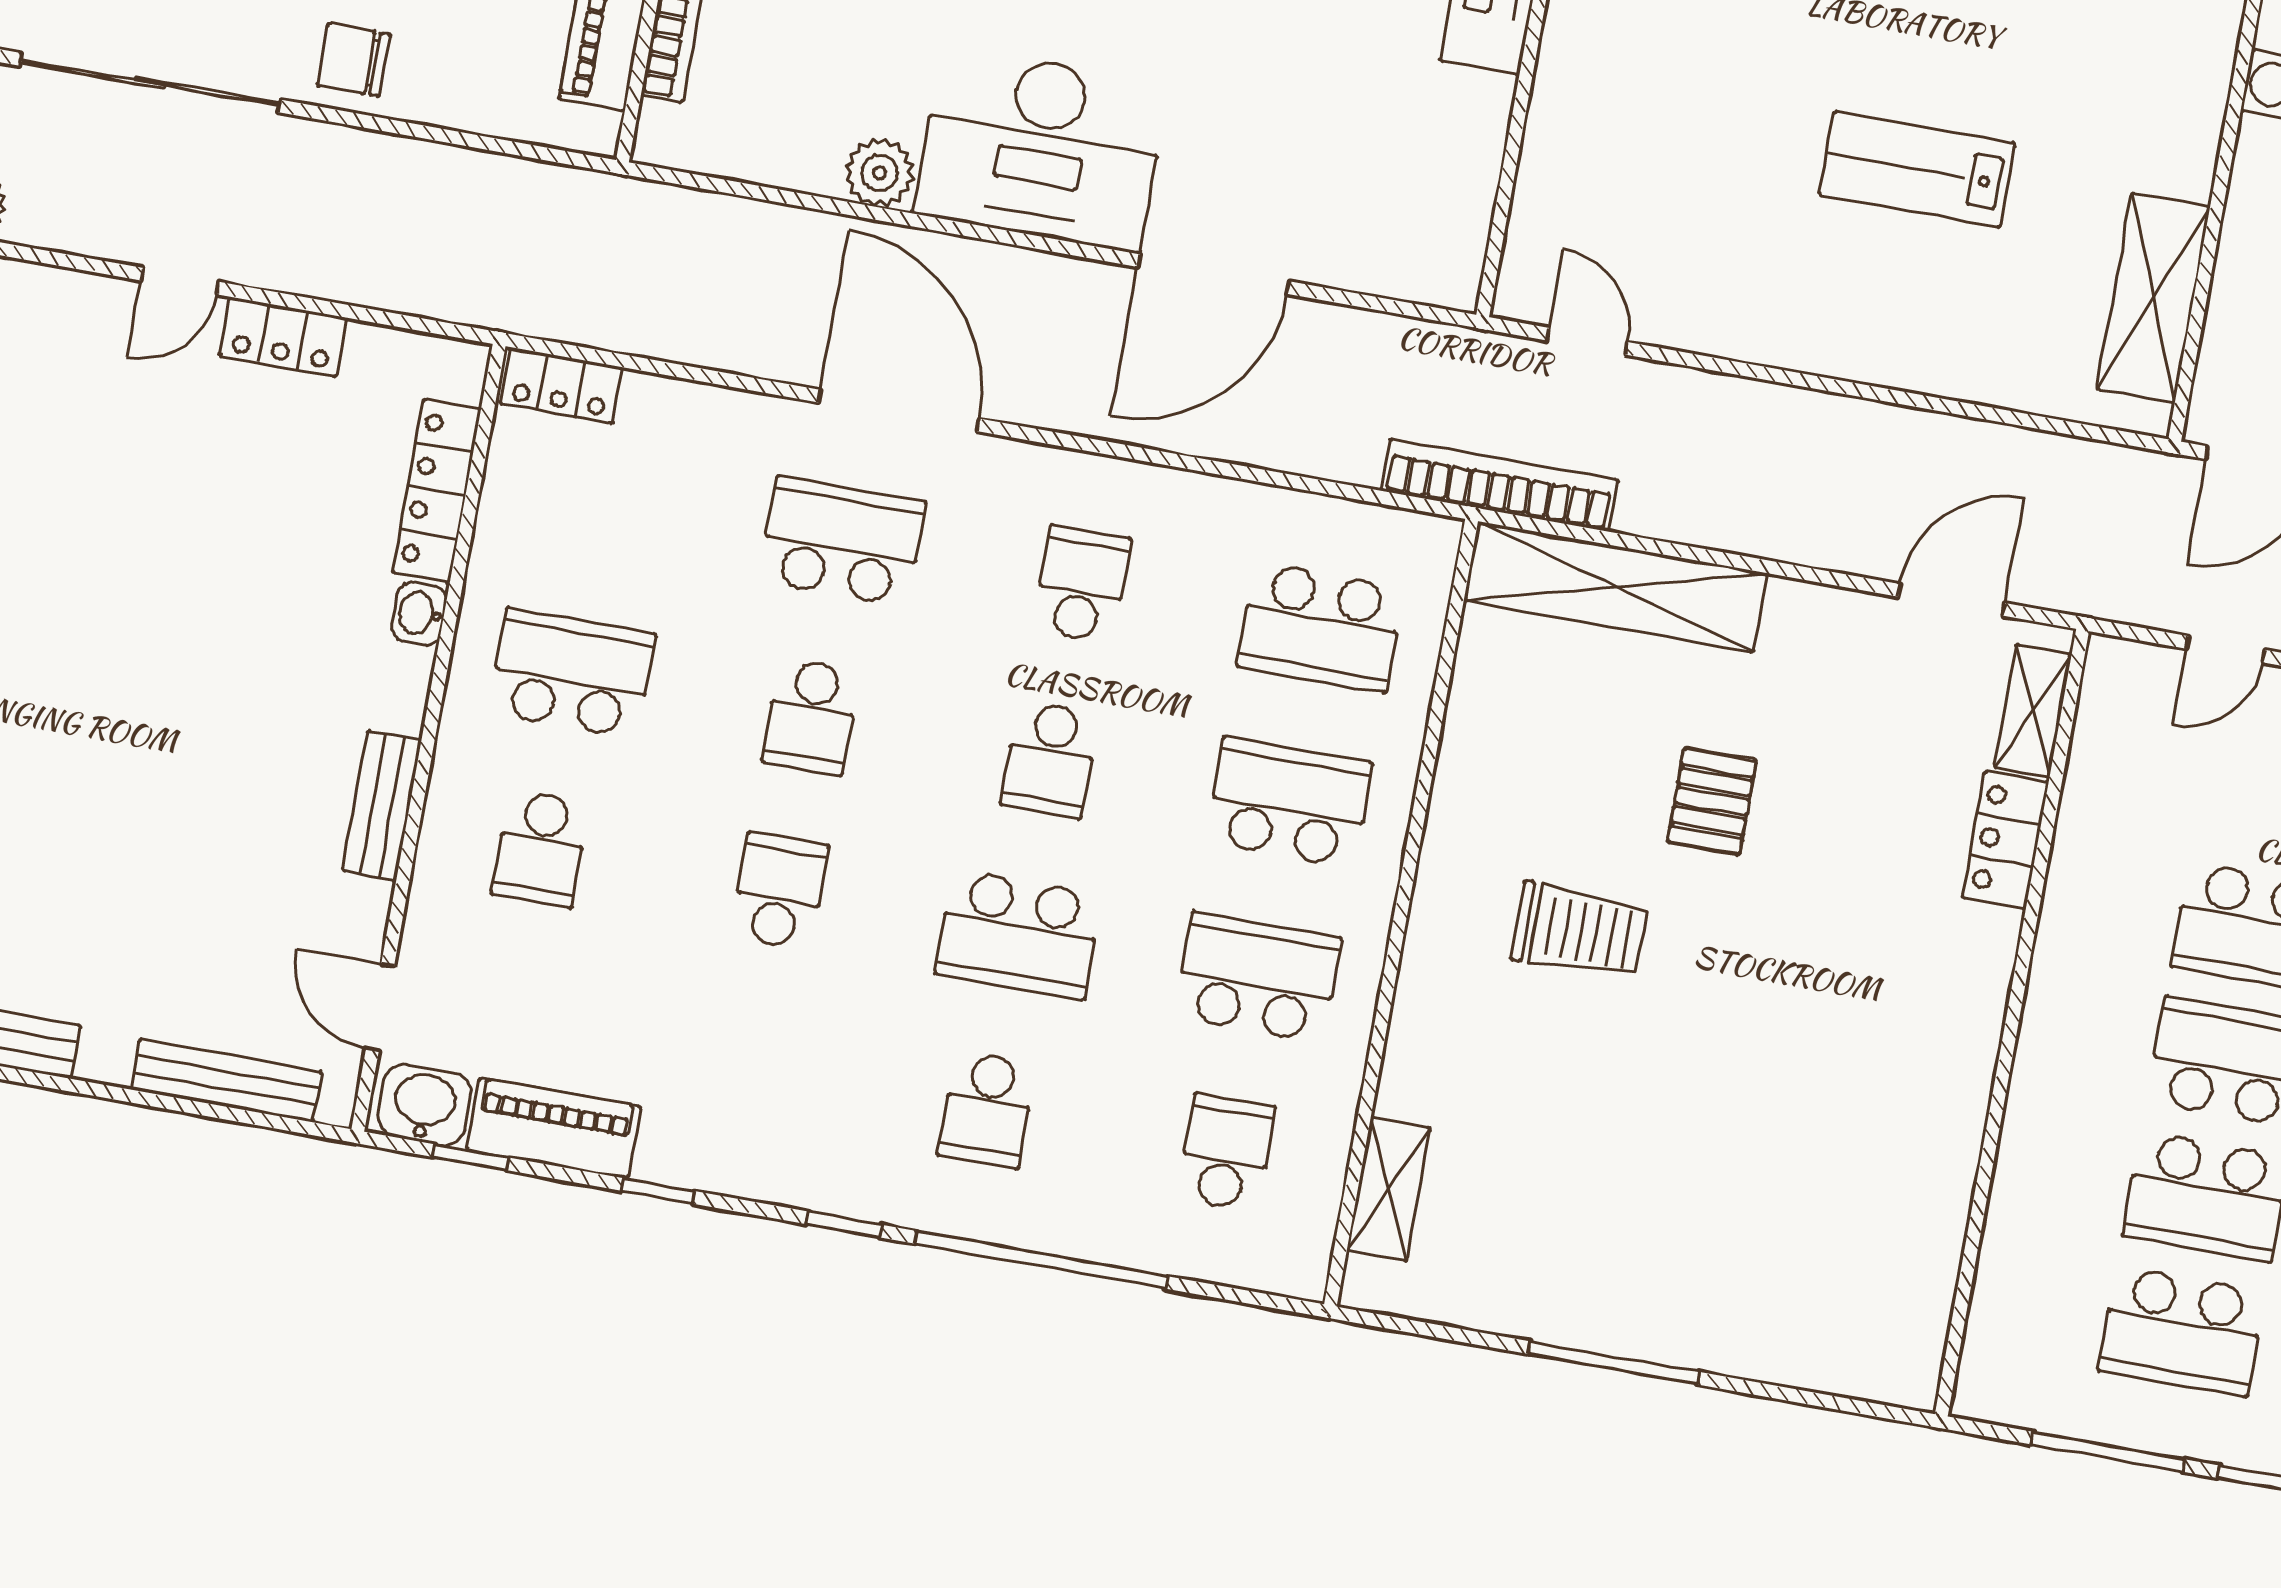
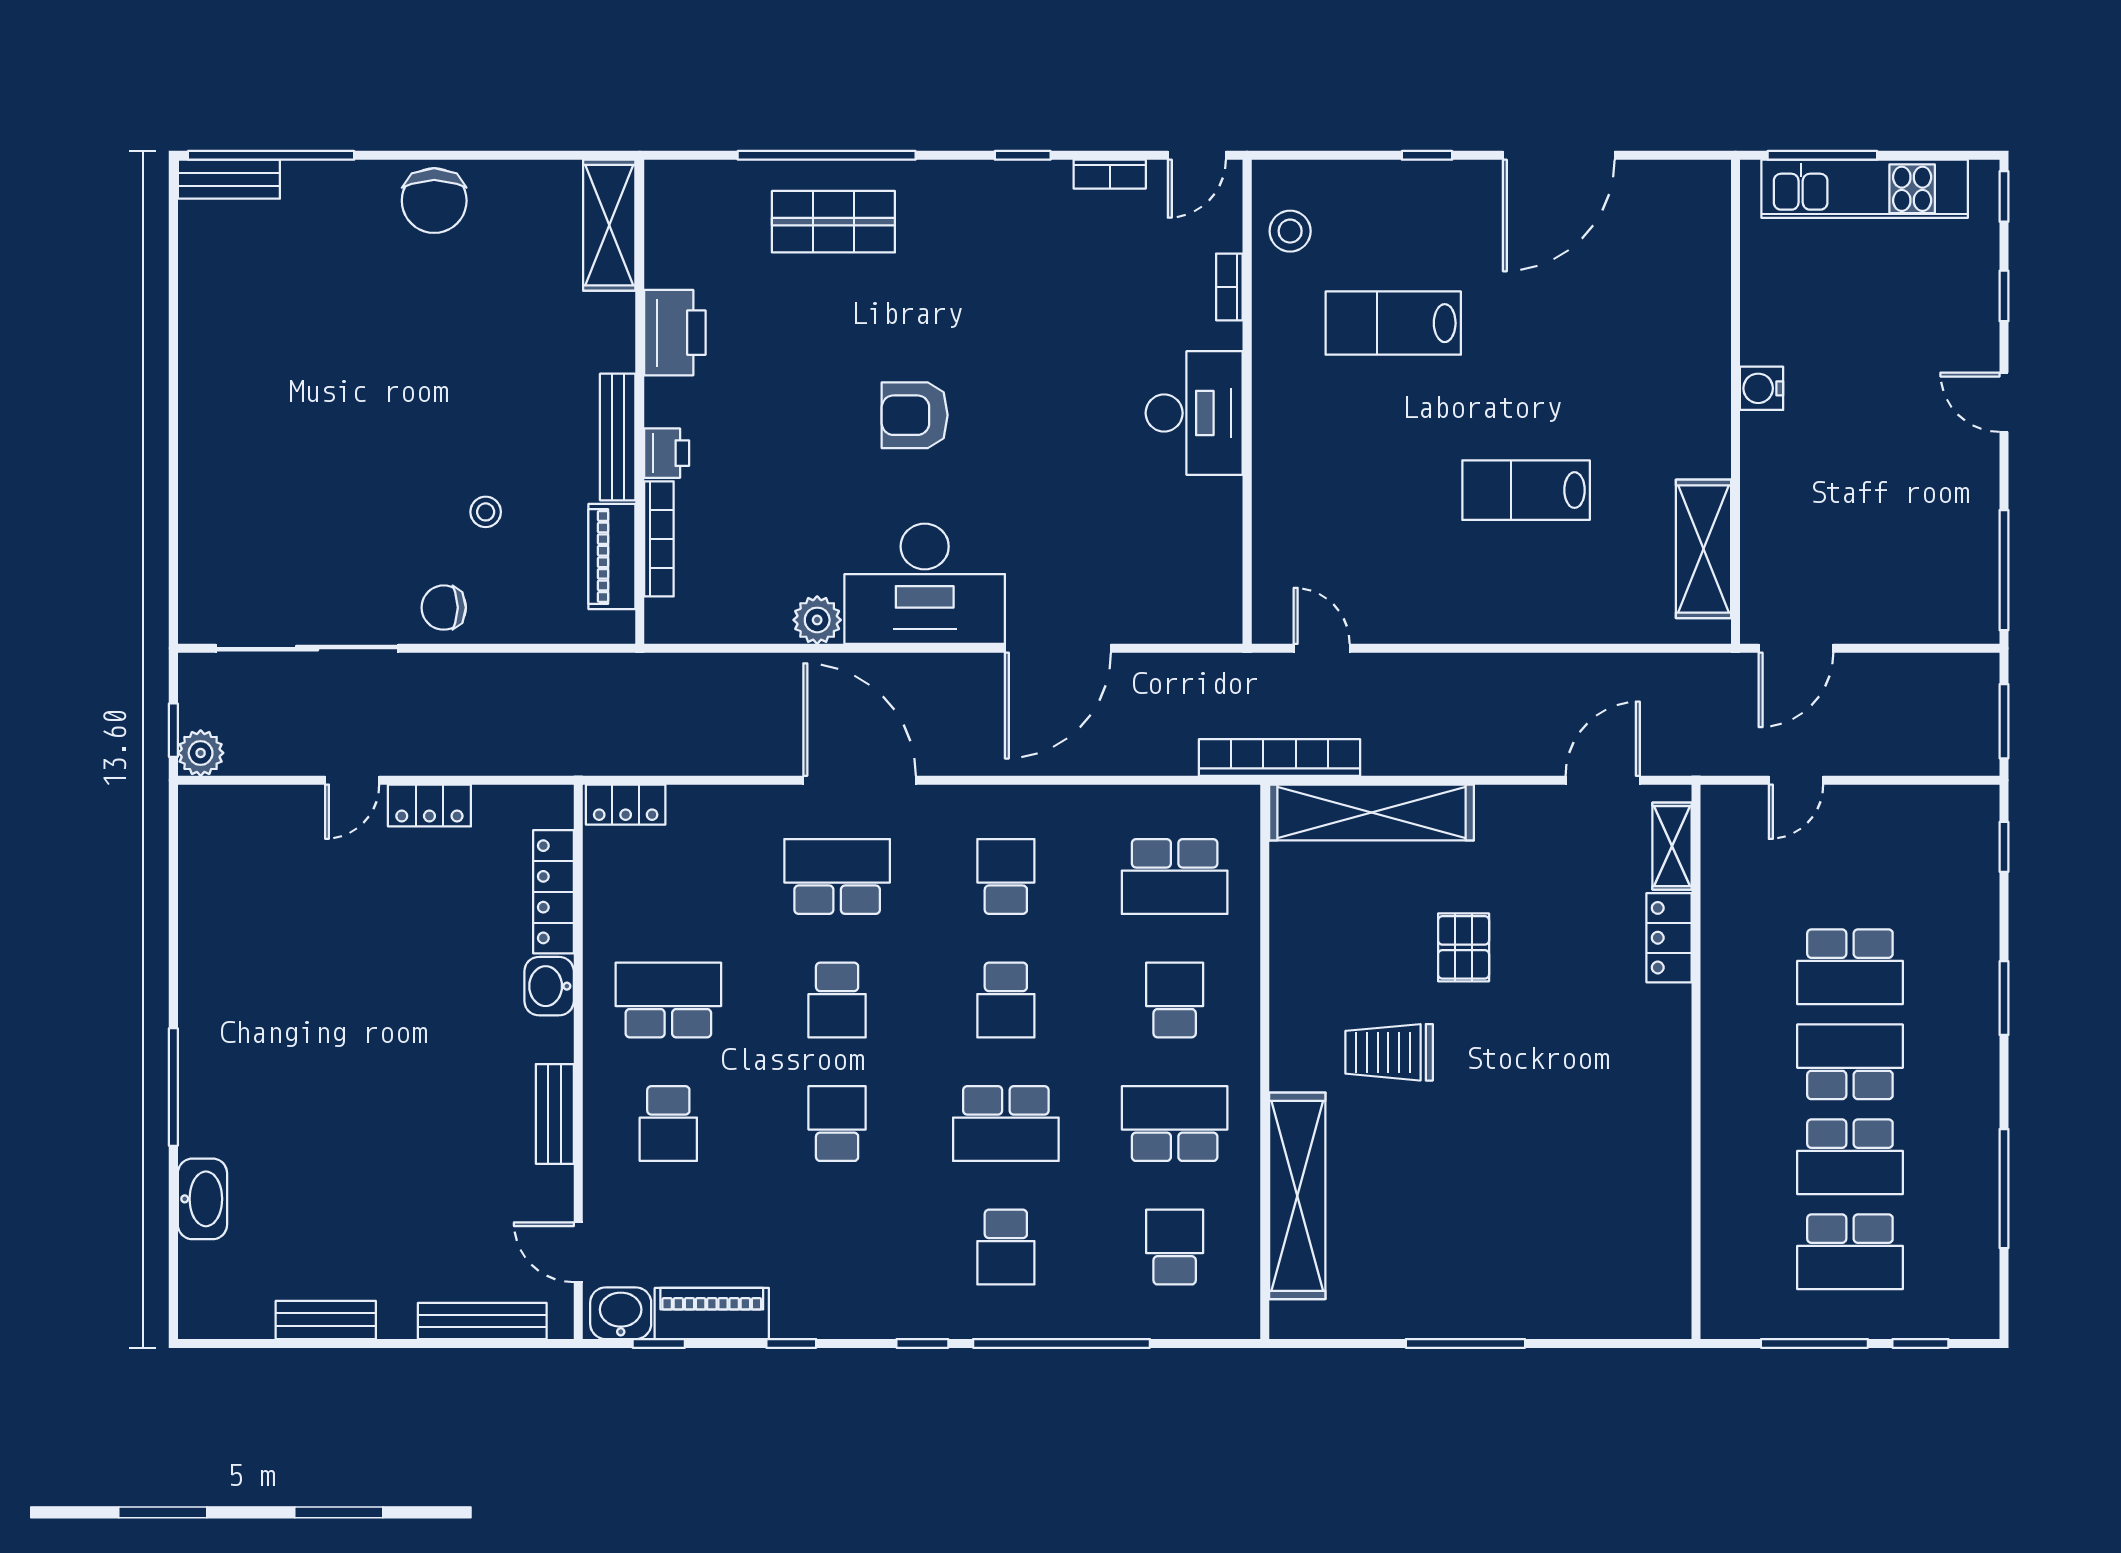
washbasin: (419, 614) -> (549, 986), width x1.38, depth x1.45
school desk: (1289, 802) -> (1175, 1000), width x0.54
trolley: (1580, 931) -> (1389, 1052), turned 180
shelving: (1389, 1189) -> (1297, 1196), width x2.20, depth x1.33

